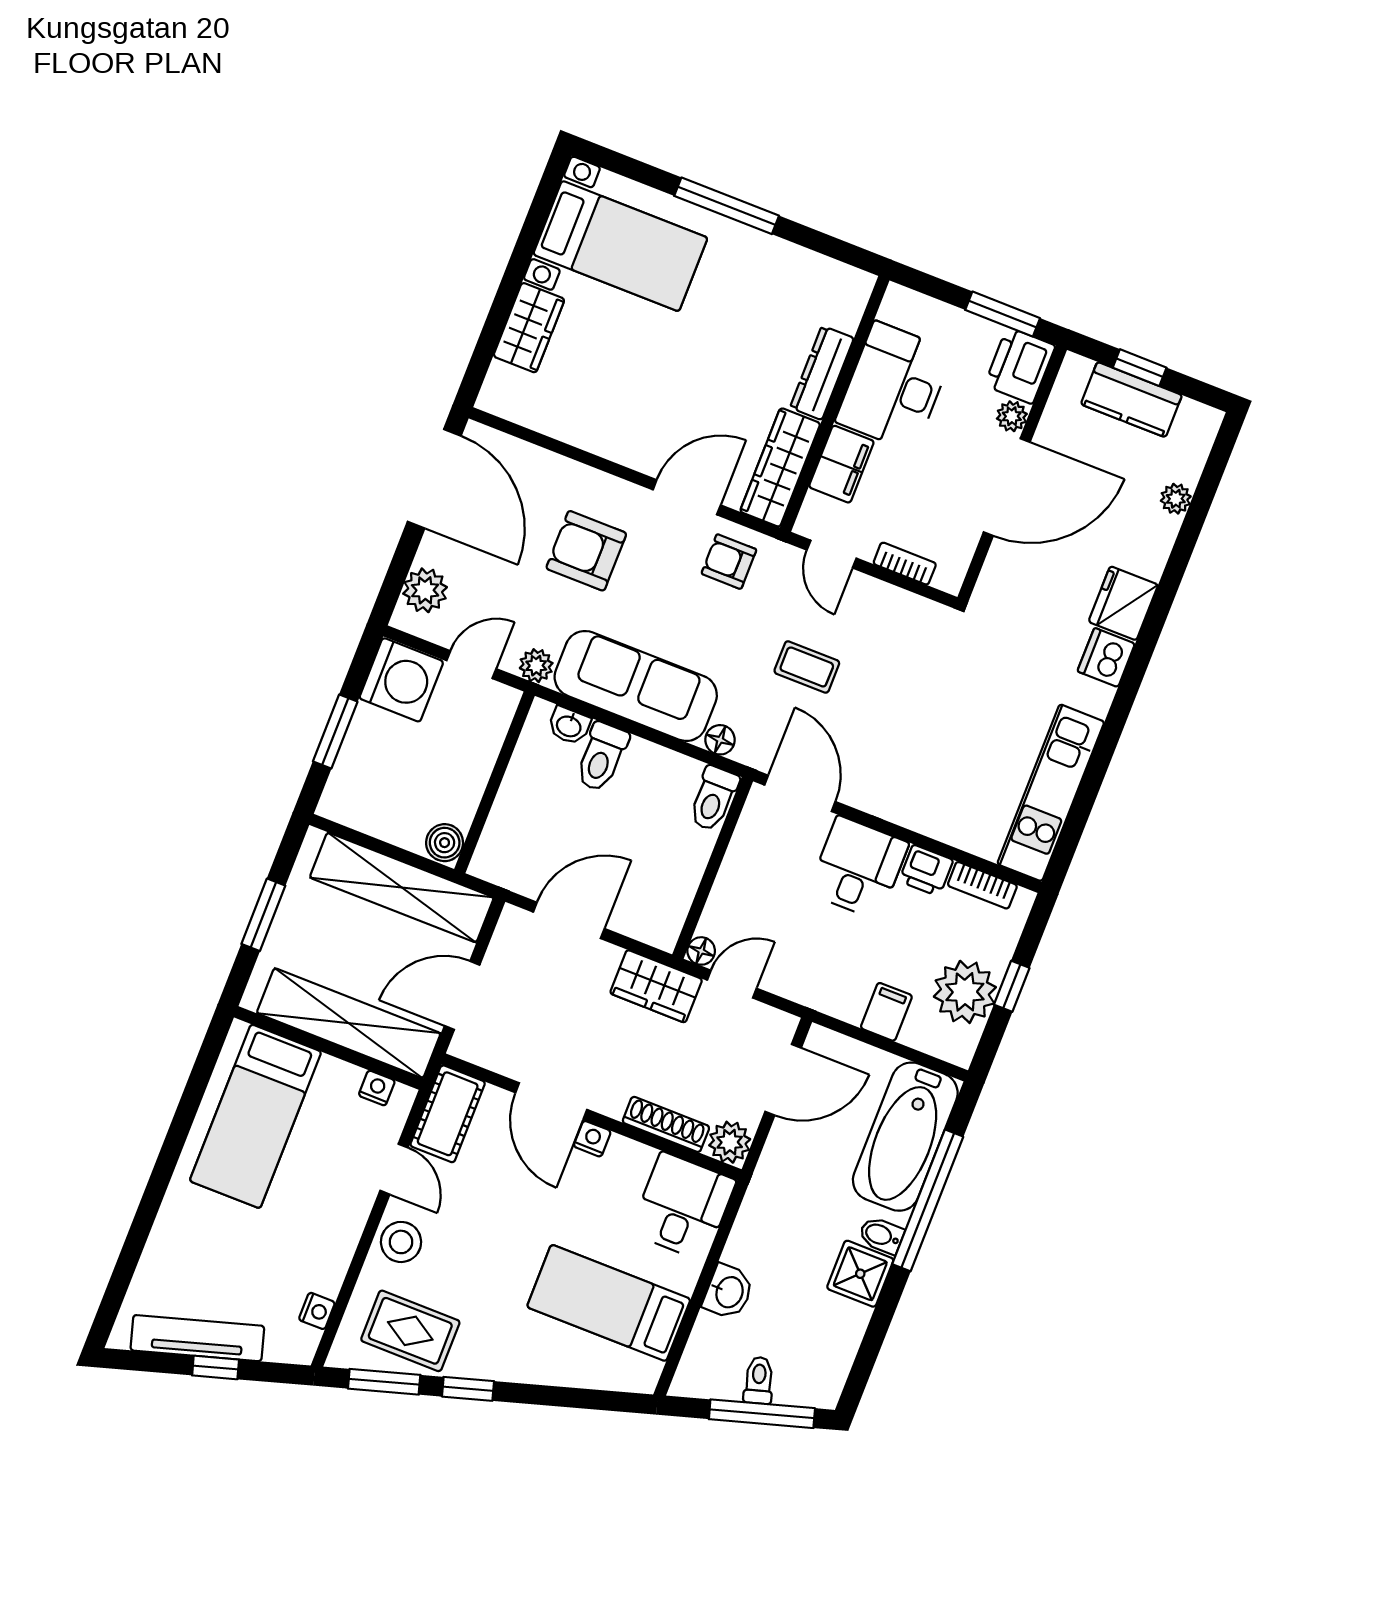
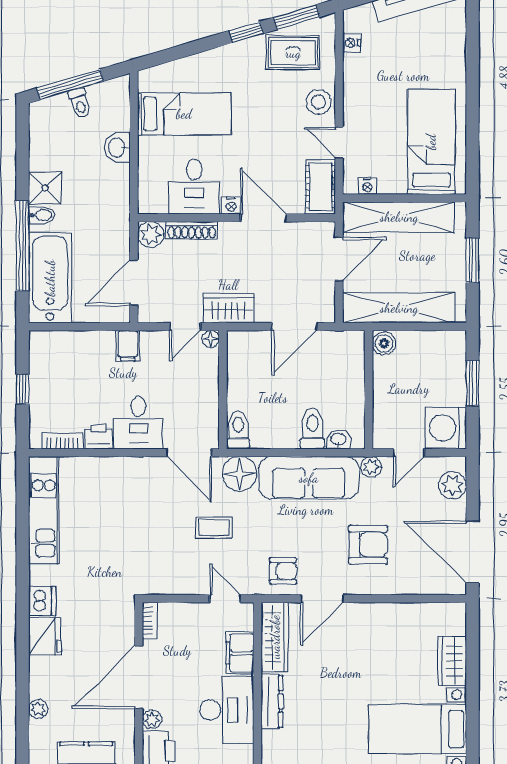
bookcase: (905, 564) -> (150, 621), moved, turned -90
floor lamp: (720, 740) -> (239, 474), width x1.89, depth x1.89
plant: (965, 992) -> (48, 375), removed
filing cabinet: (886, 1012) -> (128, 346), moved
desk: (683, 1207) -> (194, 187), moved

